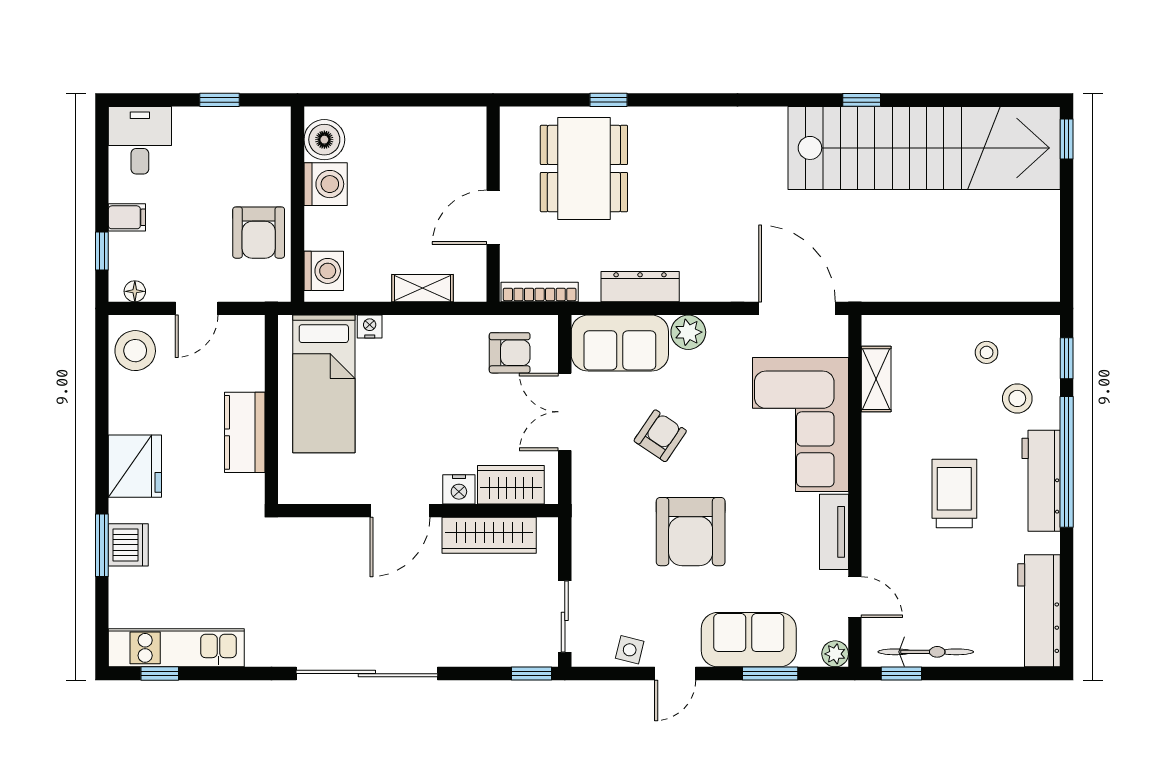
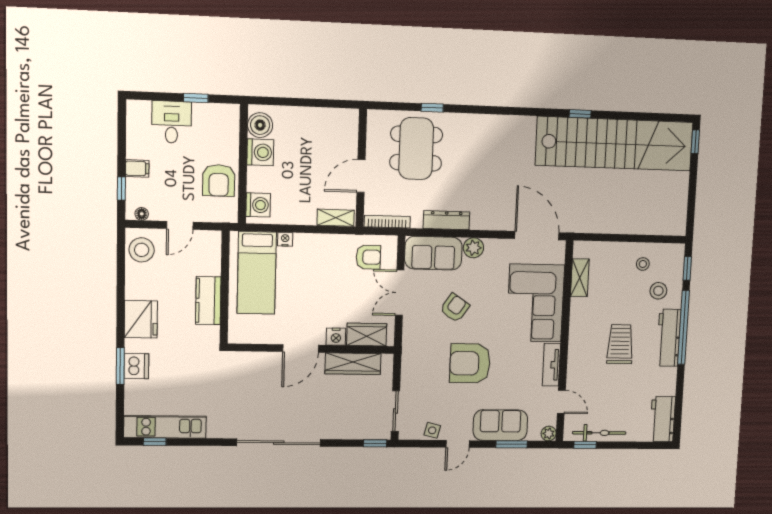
desk: (140, 140) -> (172, 122), moved
shelving: (422, 288) -> (336, 218), moved
armchair: (691, 532) -> (470, 363), turned 90
workbench: (1039, 611) -> (663, 419), width x0.73

